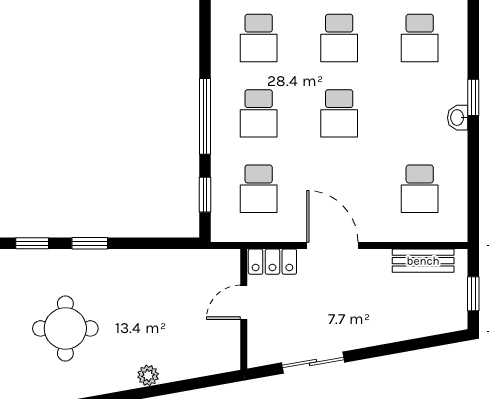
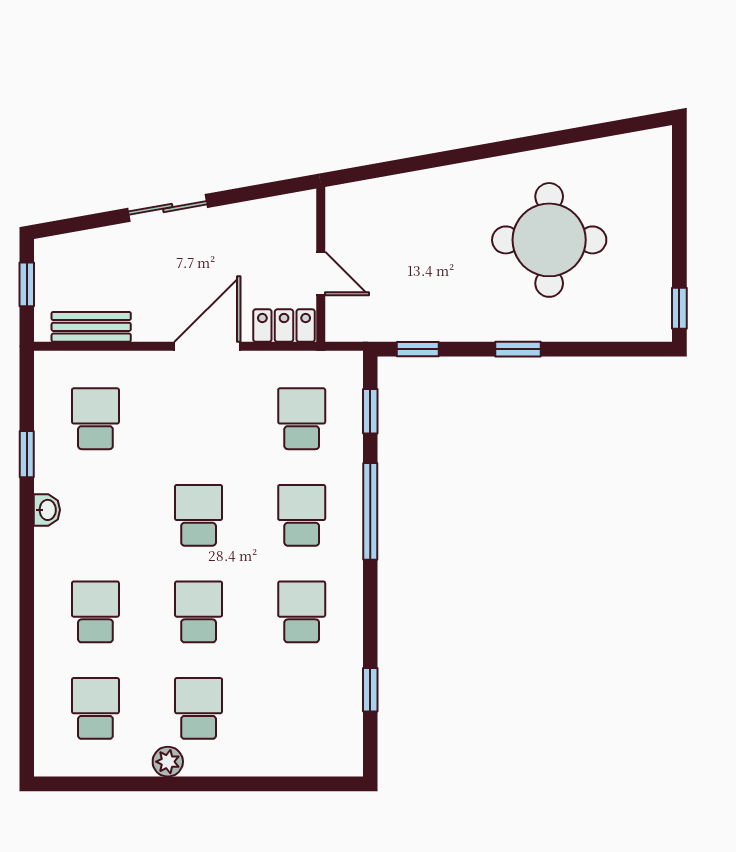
window: (473, 97) -> (27, 454), moved
window: (32, 243) -> (418, 349), moved
door: (332, 245) -> (207, 346), swing flipped
door: (244, 302) -> (321, 274), hinge flipped
round table: (65, 328) -> (549, 240), width x1.36, depth x1.36
sliding door: (313, 363) -> (168, 208), moved
plant: (148, 375) -> (443, 180), removed

